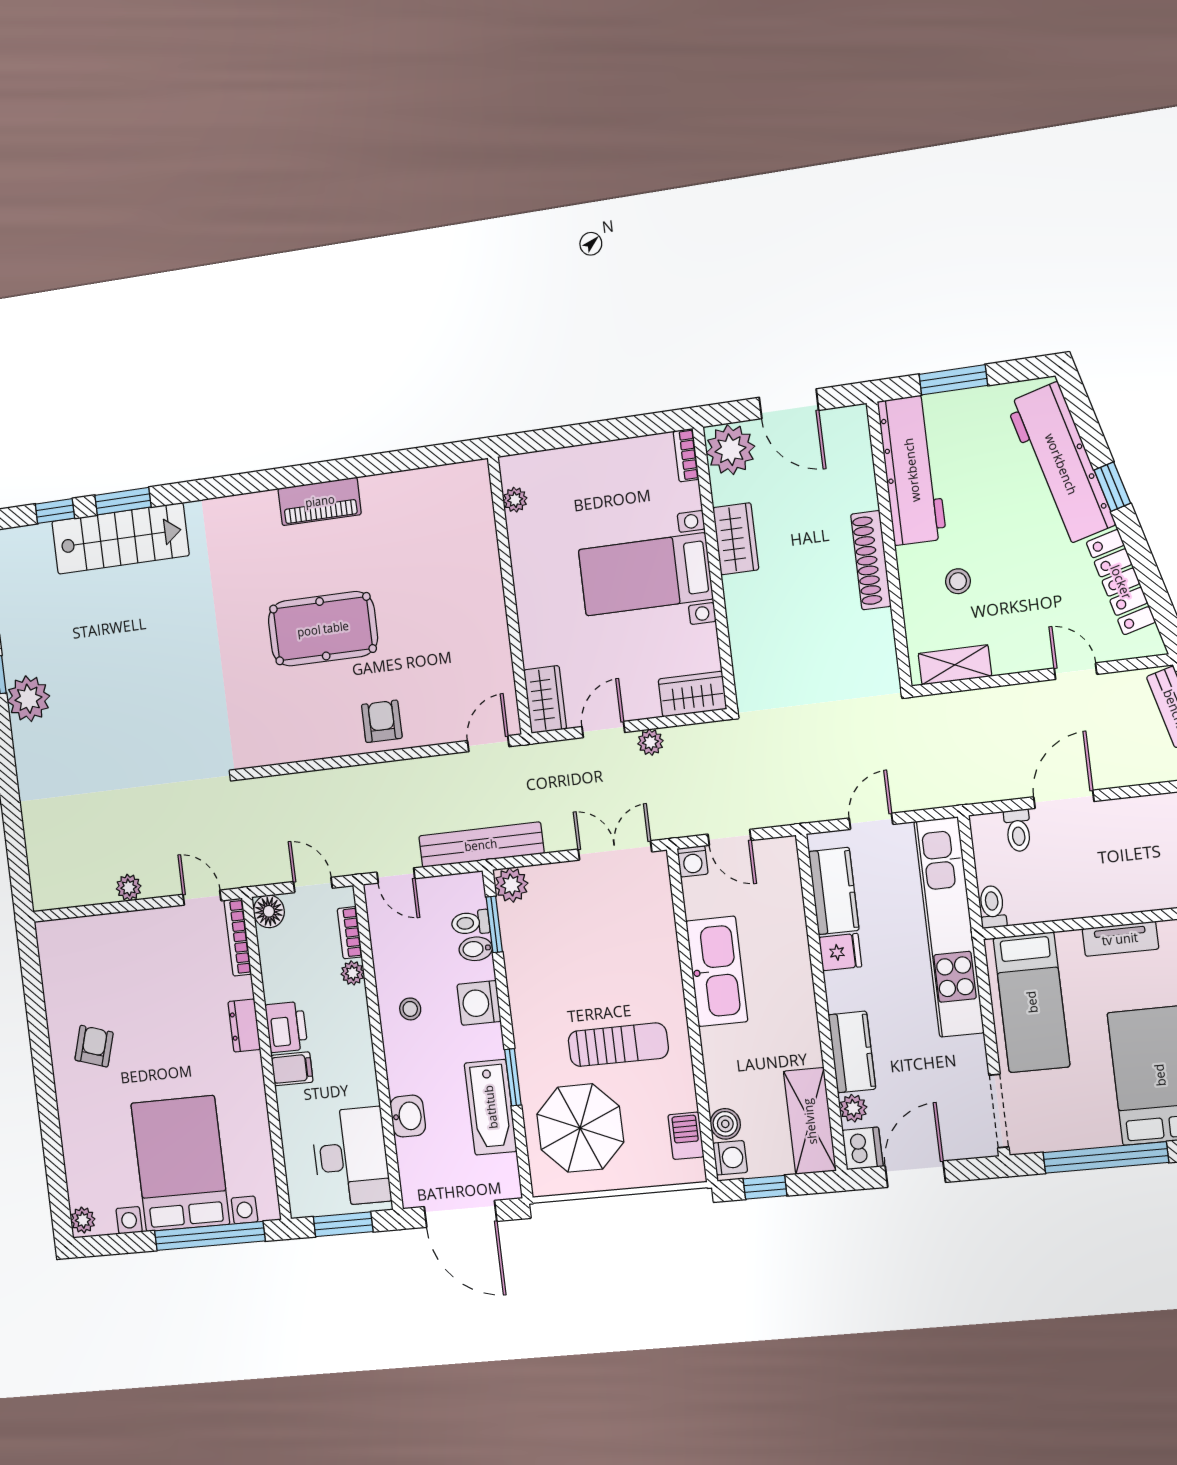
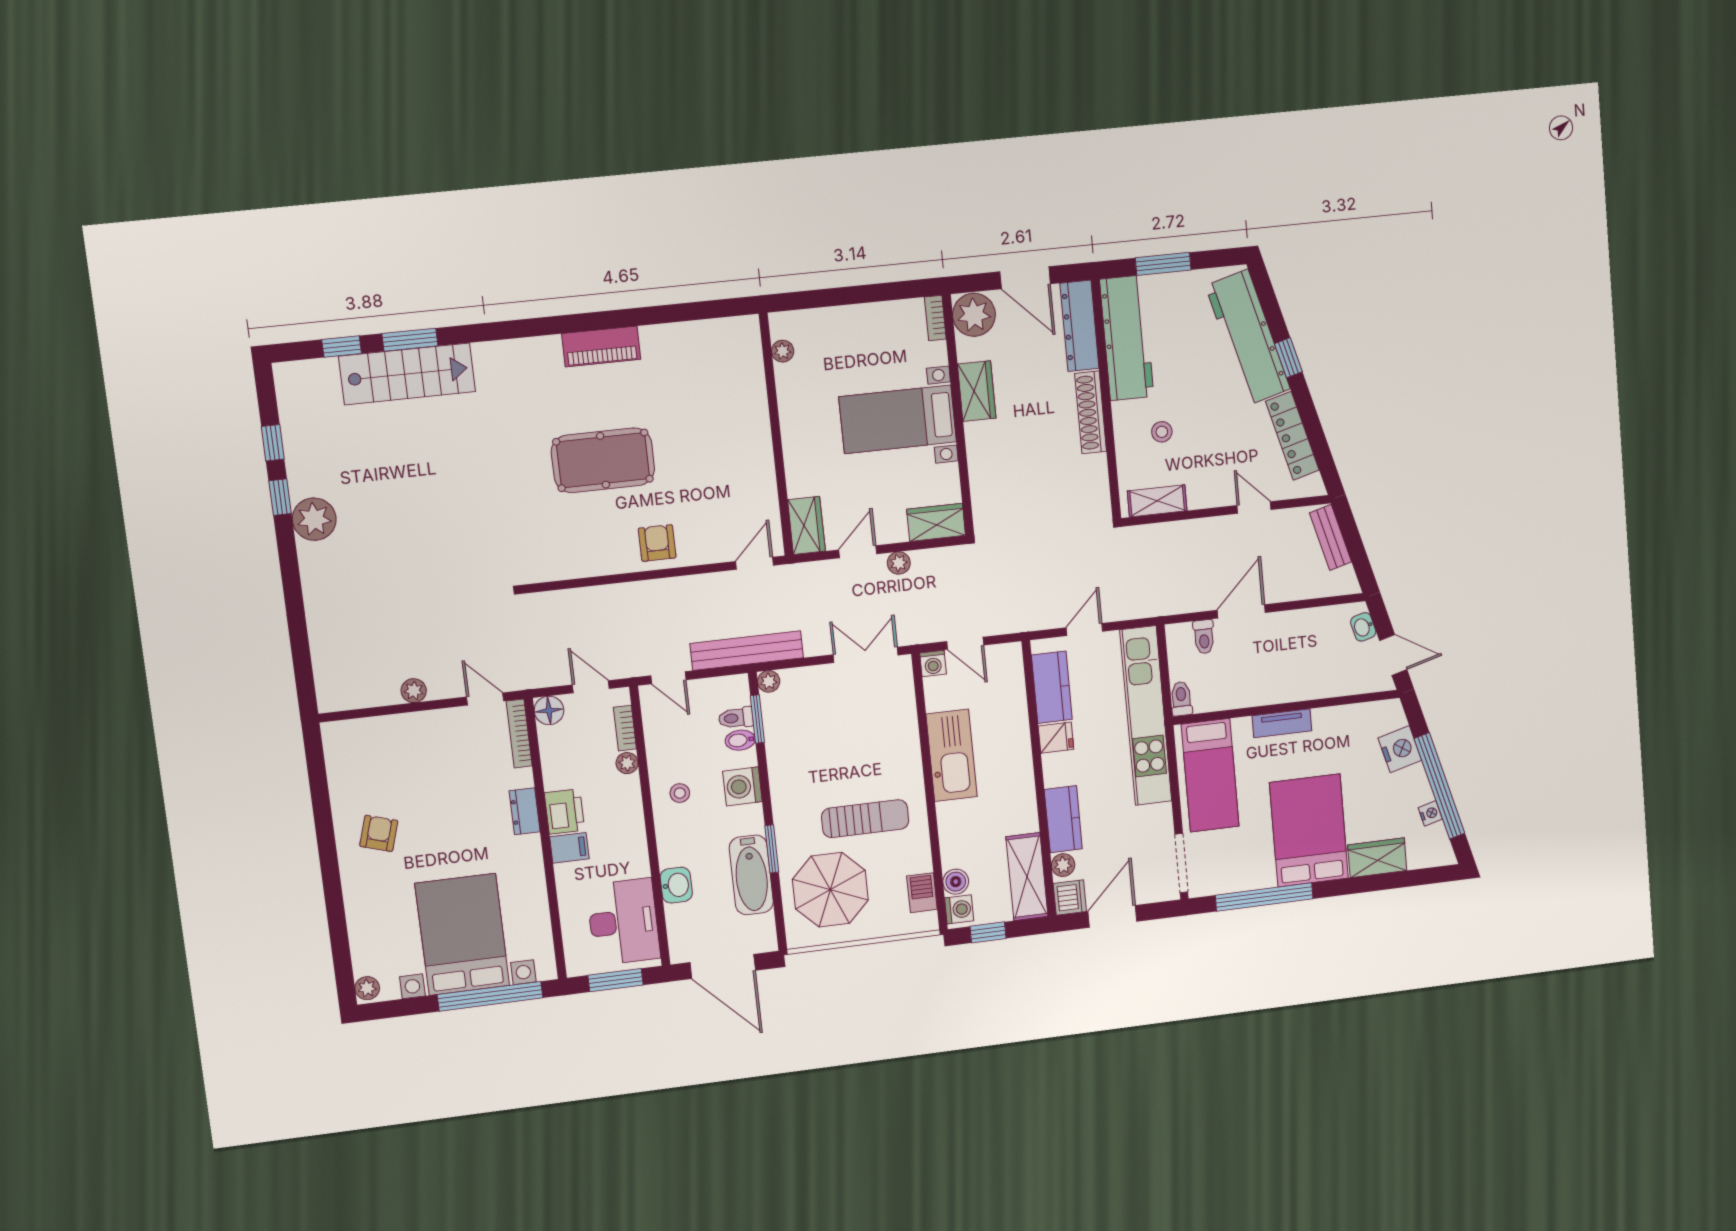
dresser: (855, 458) -> (1080, 326), added
plant: (511, 885) -> (769, 681), width x0.73, depth x0.73

